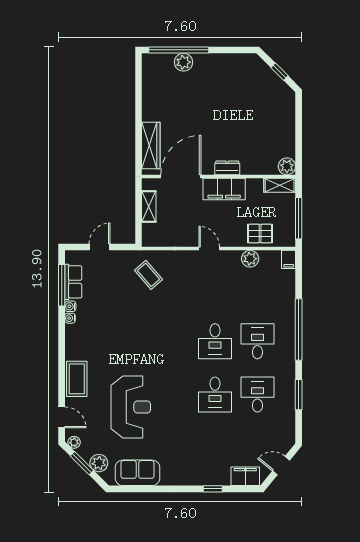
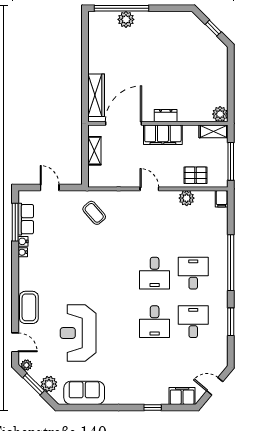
door: (100, 247) -> (50, 187), hinge flipped
reception desk: (131, 407) -> (78, 333), turned 180

